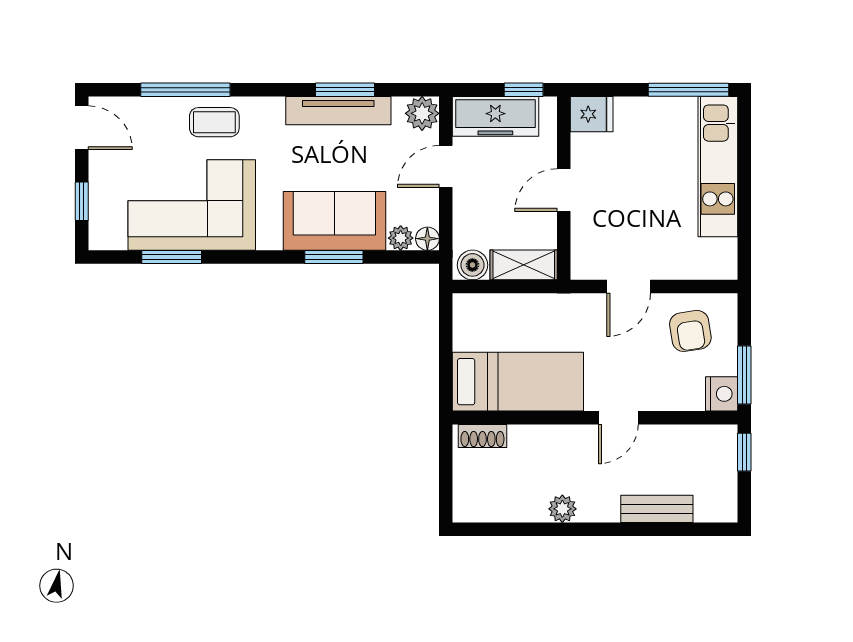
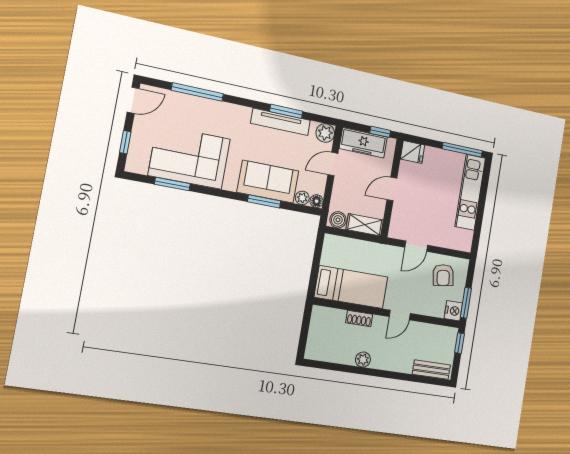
coffee table: (214, 122) -> (211, 114), removed
door: (82, 128) -> (133, 100), hinge flipped
shoe rack: (482, 436) -> (359, 319), moved
bench: (657, 509) -> (431, 370), moved

